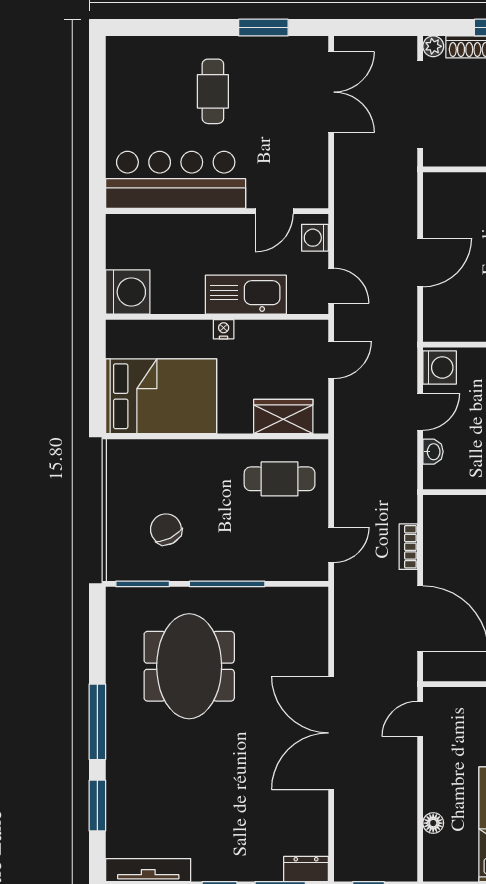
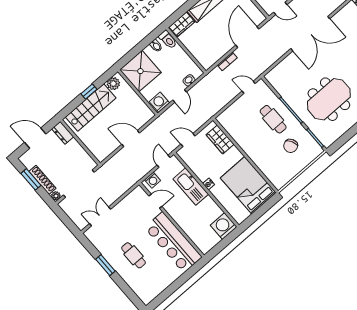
window: (263, 28) -> (105, 265), moved
cafe table: (213, 91) -> (134, 255), turned 90
double door: (331, 92) -> (100, 216), width x0.73
door: (420, 412) -> (180, 96), swing flipped
cafe table: (280, 479) -> (273, 119), moved

